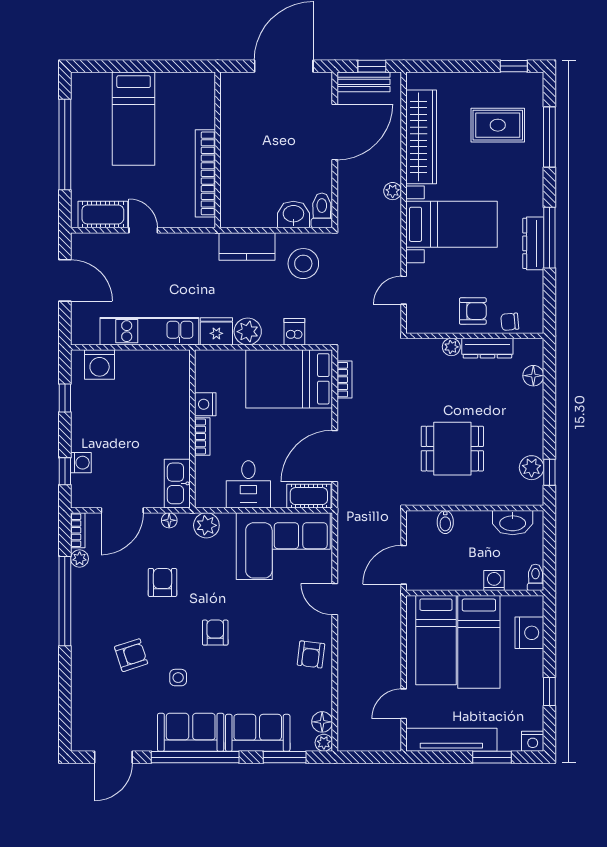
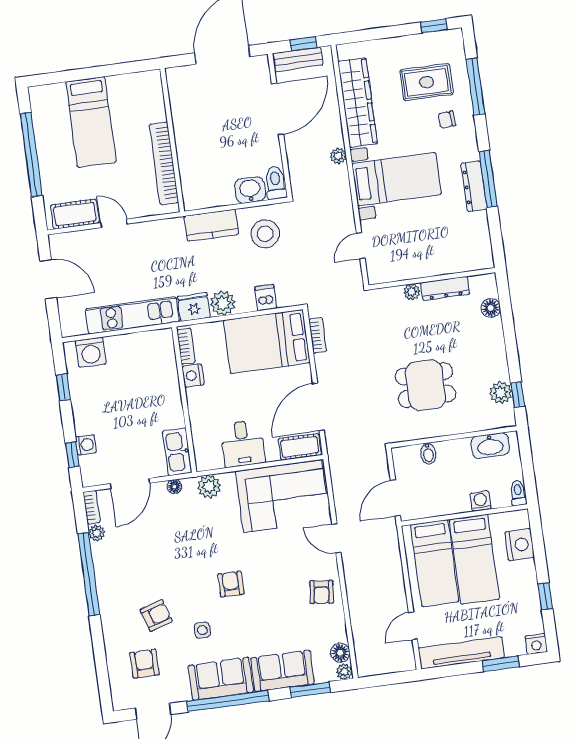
armchair: (473, 311) -> (427, 256), removed
chair: (510, 322) -> (447, 120), moved
bookcase: (202, 437) -> (186, 346), moved
armchair: (162, 582) -> (144, 664), moved

